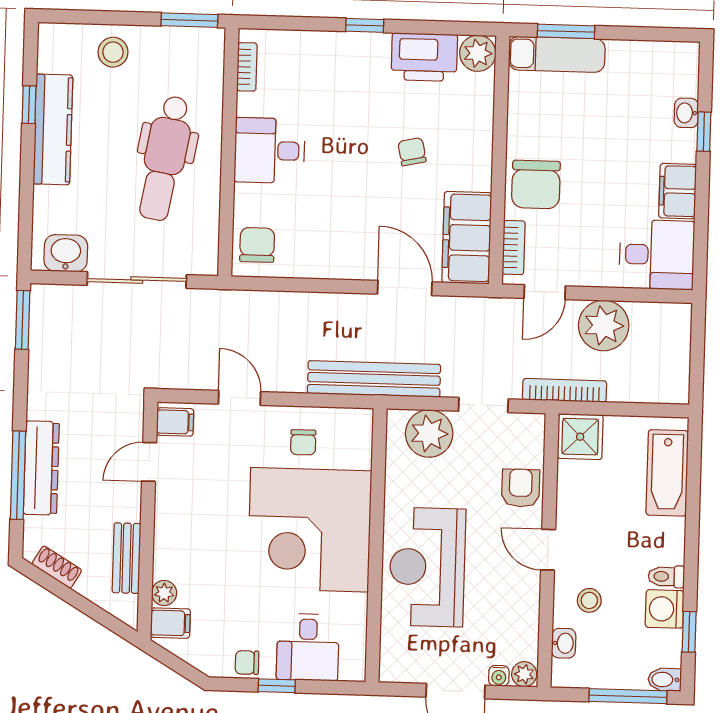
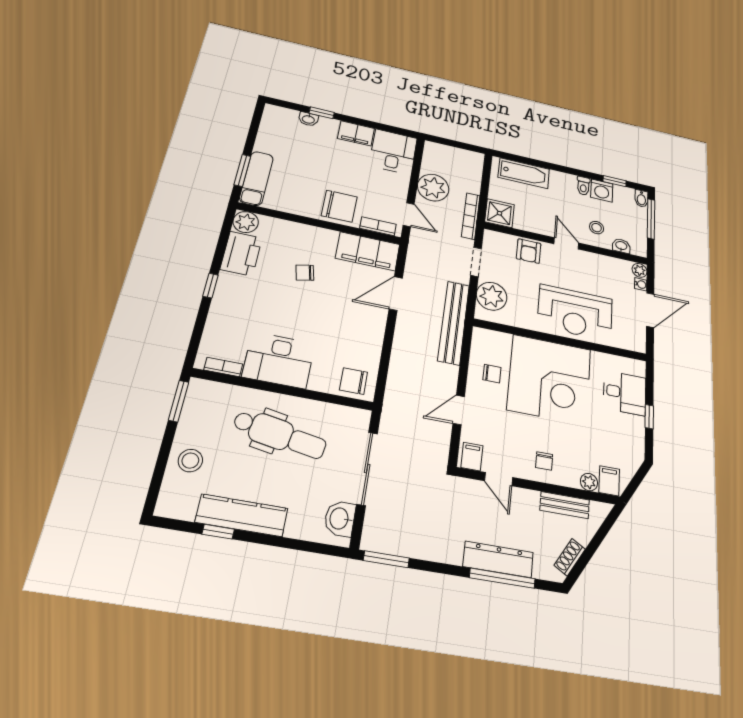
desk: (270, 151) -> (279, 360), width x1.37
armchair: (521, 488) -> (529, 251), turned -90
door: (548, 550) -> (566, 243), swing flipped
chair: (247, 663) -> (544, 461), moved

